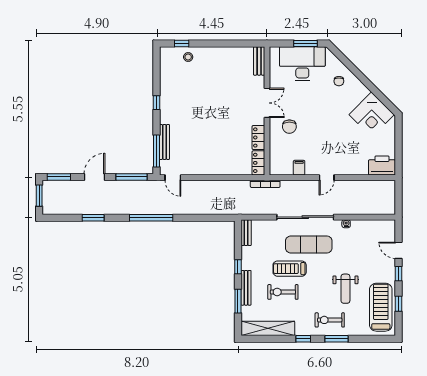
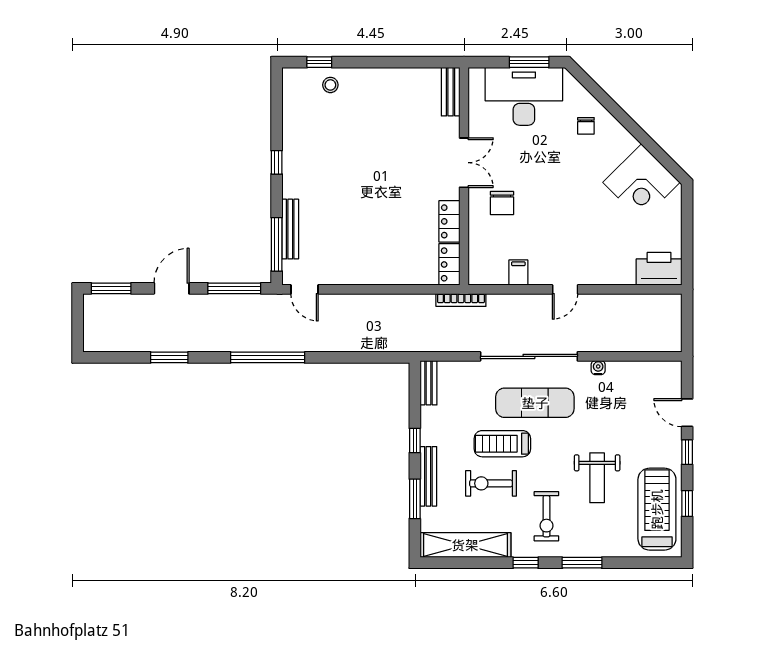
window: (39, 196) -> (78, 320), removed
exercise bike: (330, 320) -> (546, 516), moved, turned -90

